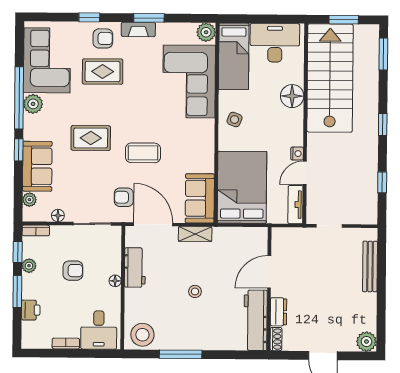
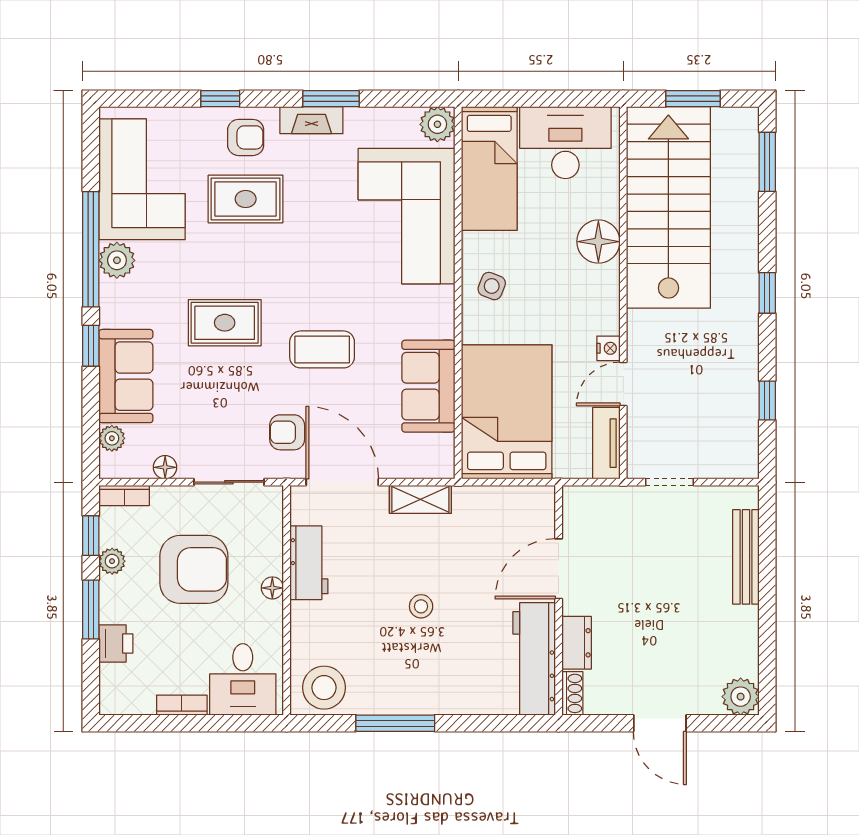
sofa: (200, 198) -> (428, 386), moved
armchair: (73, 271) -> (194, 569), width x1.88, depth x1.88

